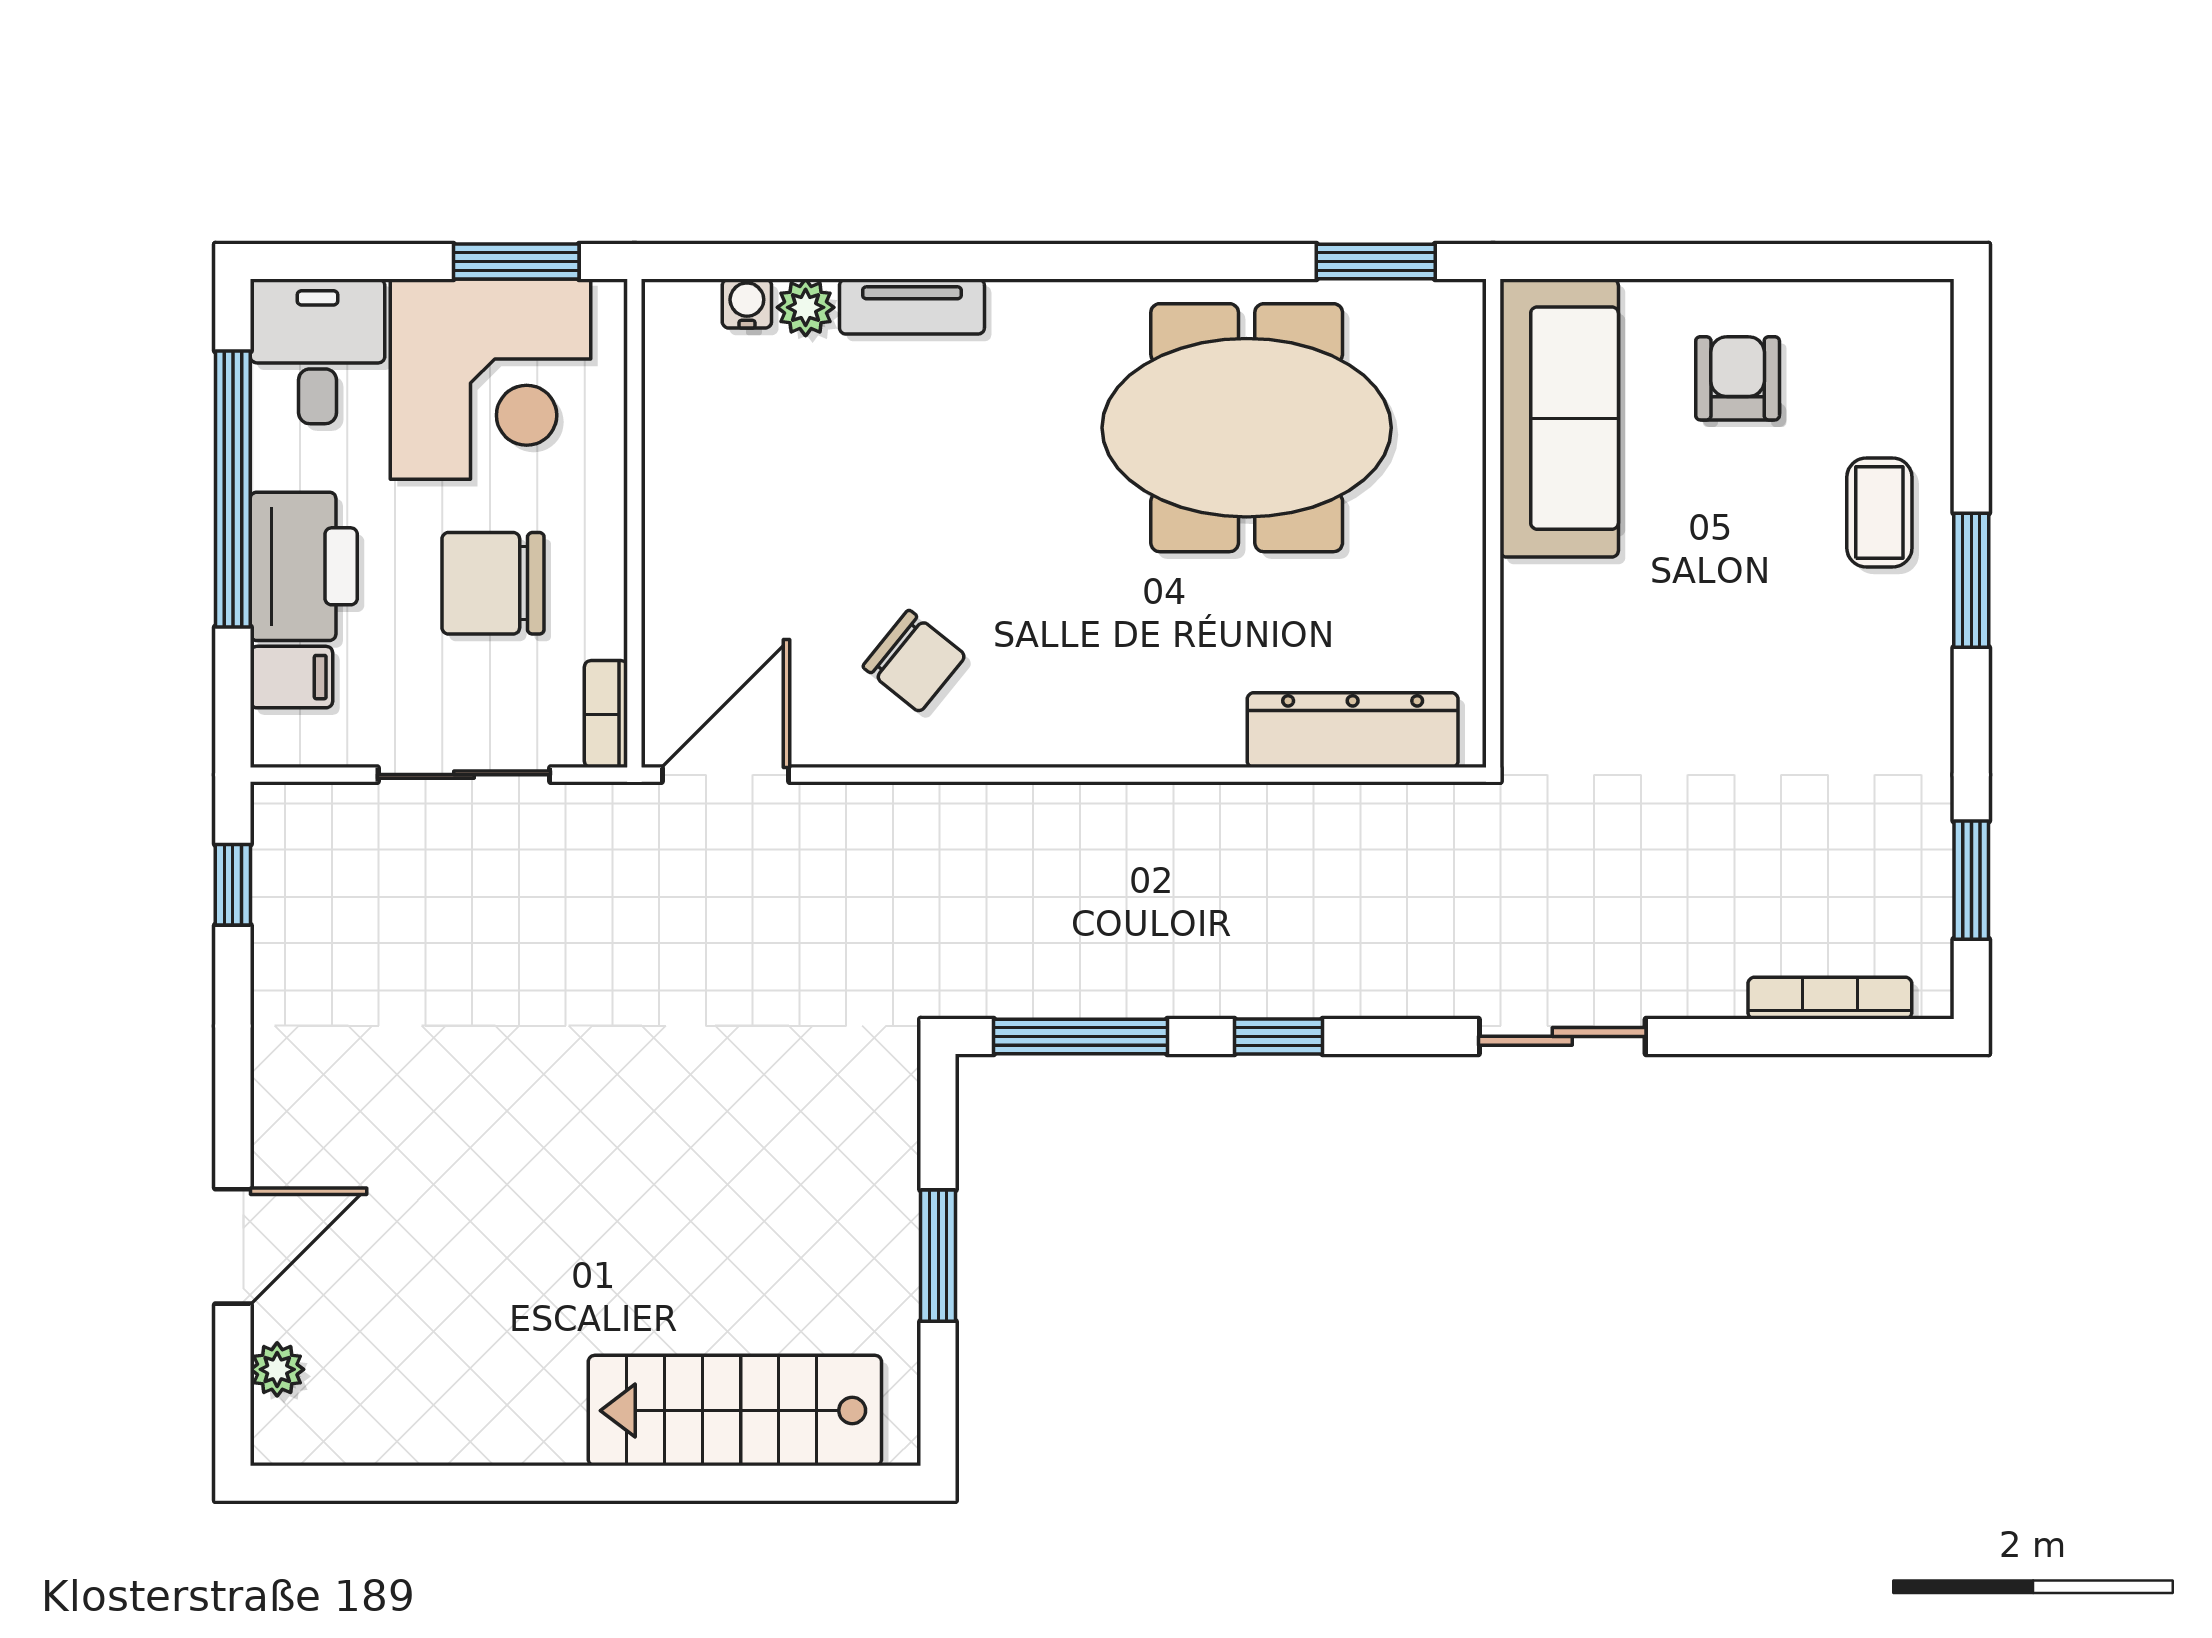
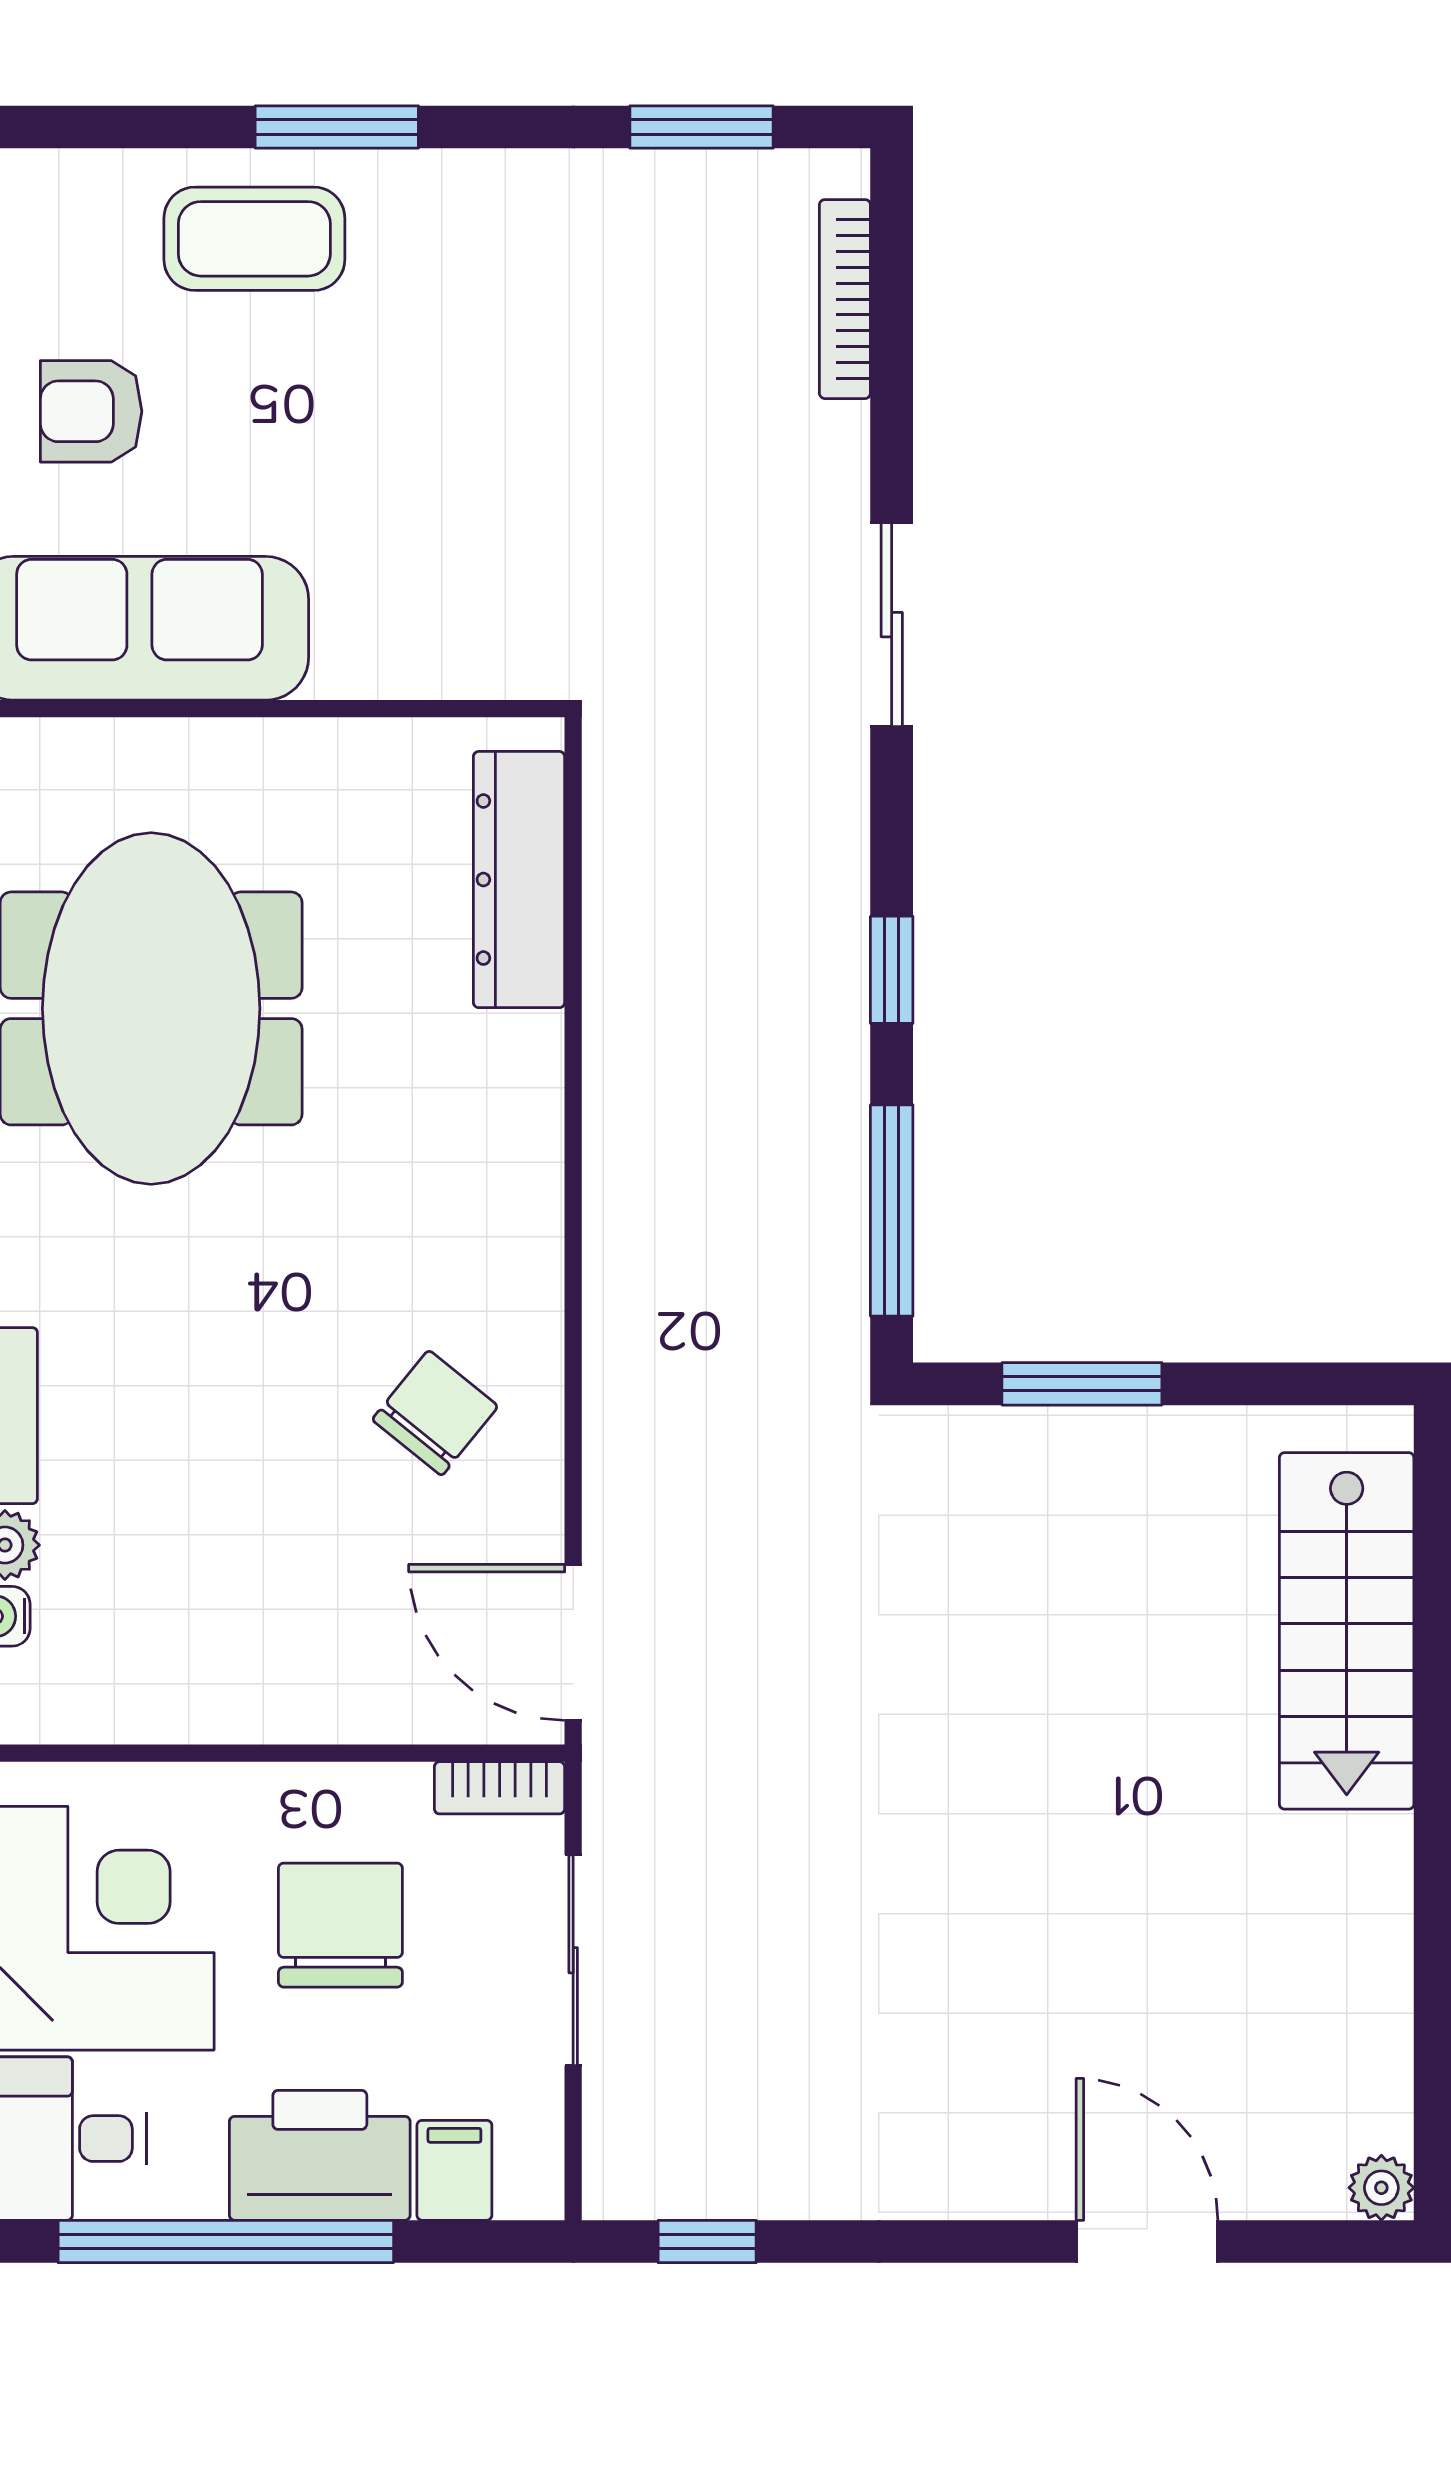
coffee table: (1879, 513) -> (254, 239), width x1.36, depth x1.30
chair: (493, 583) -> (340, 1925), turned 180
window: (938, 1256) -> (1082, 1384), moved
plant: (277, 1369) -> (1381, 2188), moved

